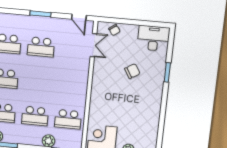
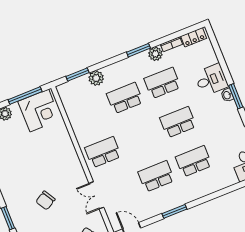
double door: (93, 45) -> (96, 195), moved
school desk: (68, 119) -> (103, 152), moved

